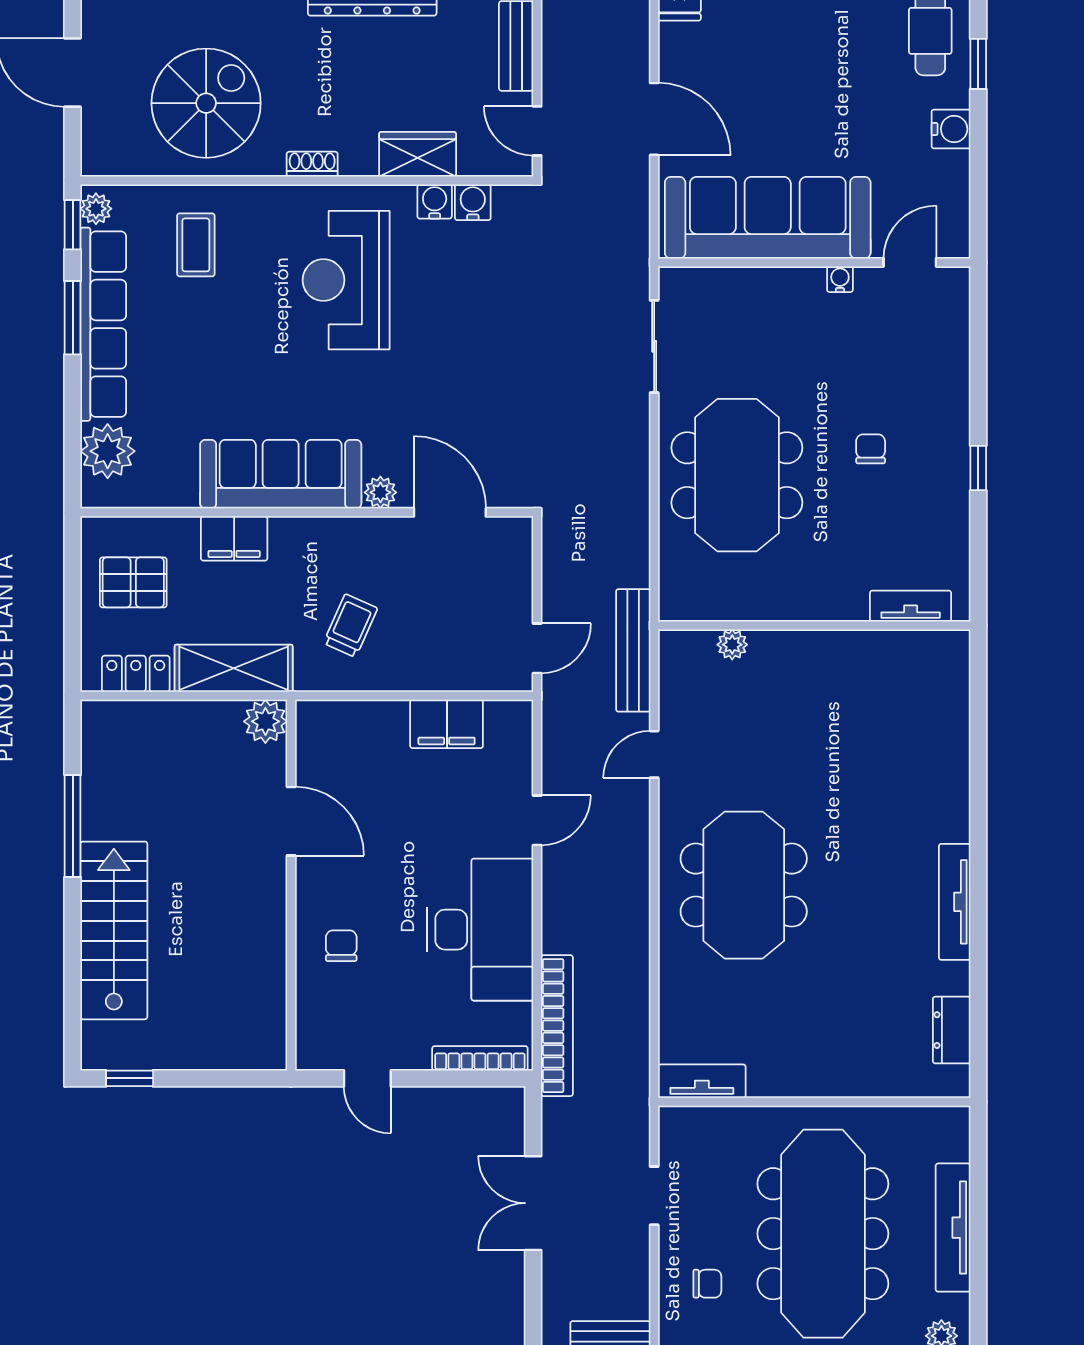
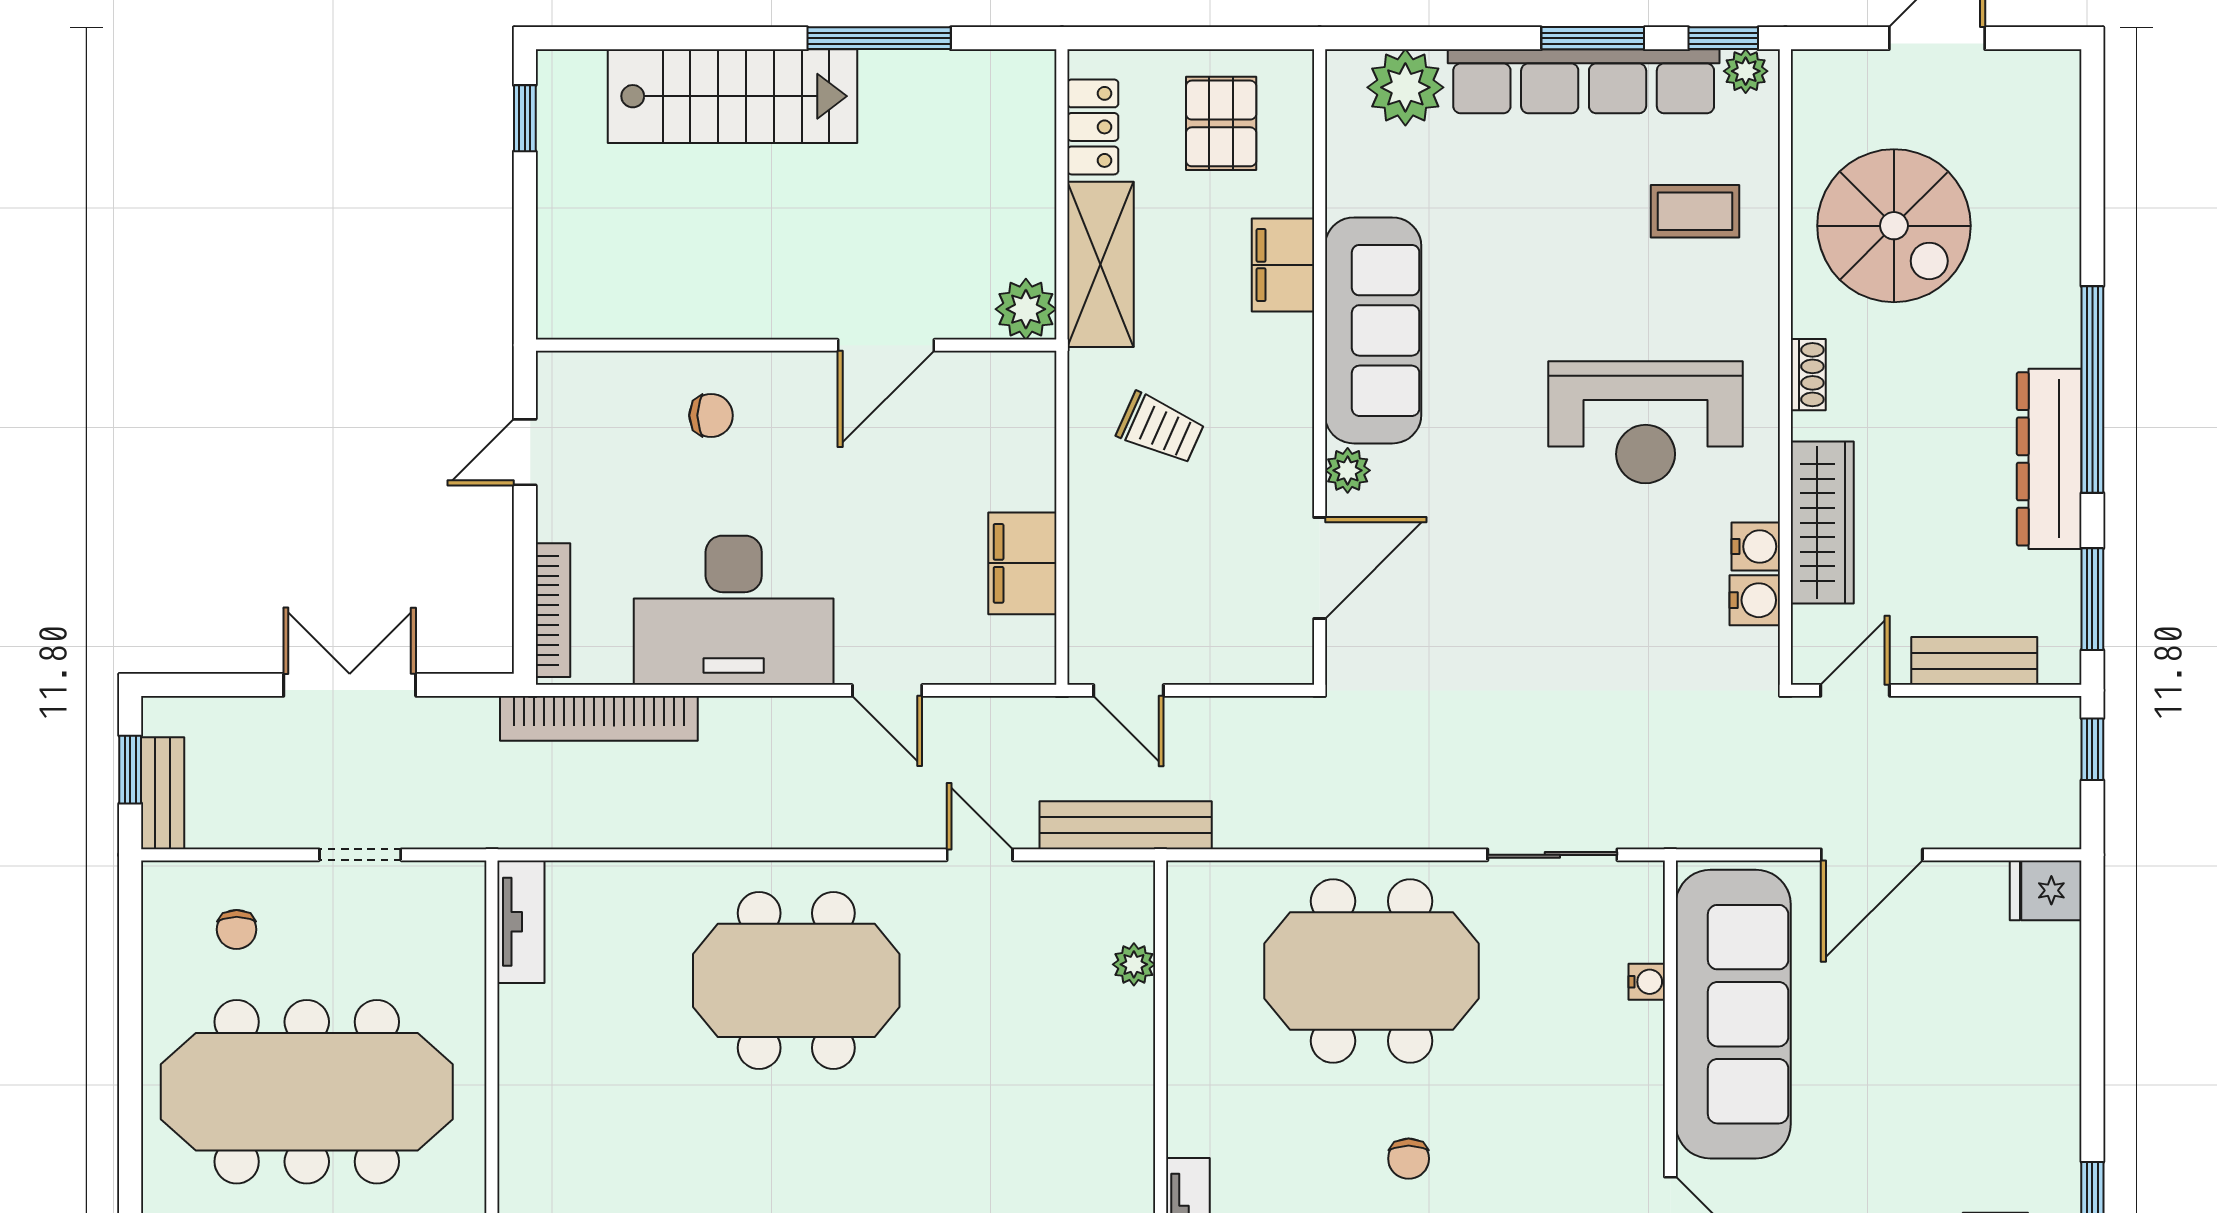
wardrobe: (418, 154) -> (1822, 523), width x1.50
water cooler: (840, 279) -> (1647, 982), moved
reception desk: (346, 280) -> (1646, 422), turned 180
chair: (871, 449) -> (1409, 1159), turned 90

